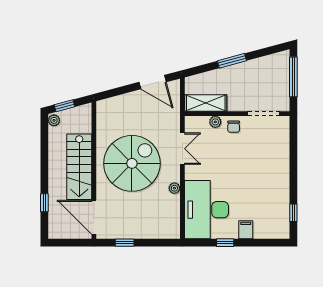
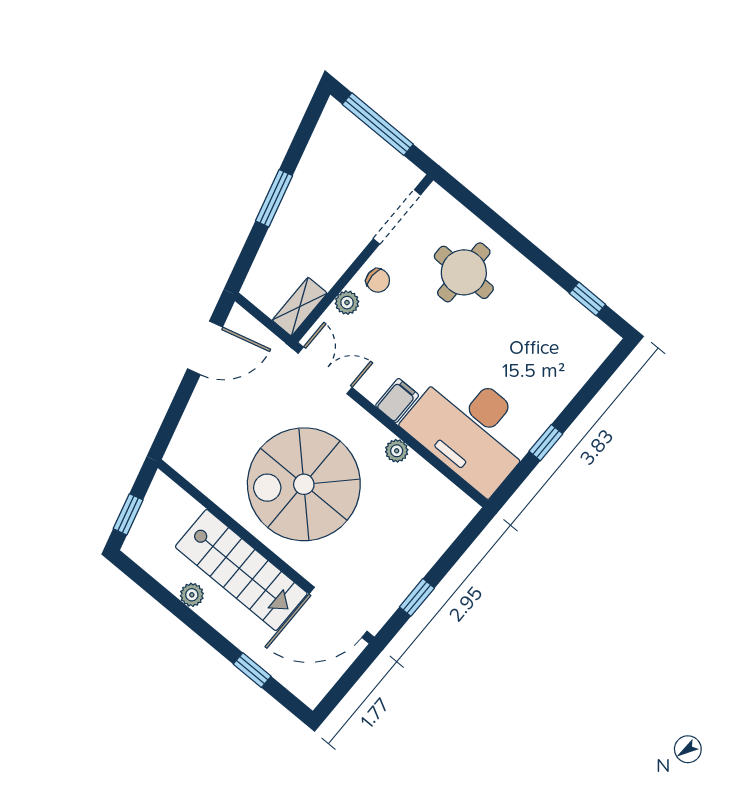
shelving: (206, 103) -> (300, 307), width x0.67, depth x0.75
plant: (54, 120) -> (192, 595), moved
double door: (182, 149) -> (325, 370), moved
round table: (264, 157) -> (464, 272), added
spiral stairs: (132, 163) -> (304, 484), turned -90
filing cabinet: (246, 230) -> (397, 401), moved, turned 90

